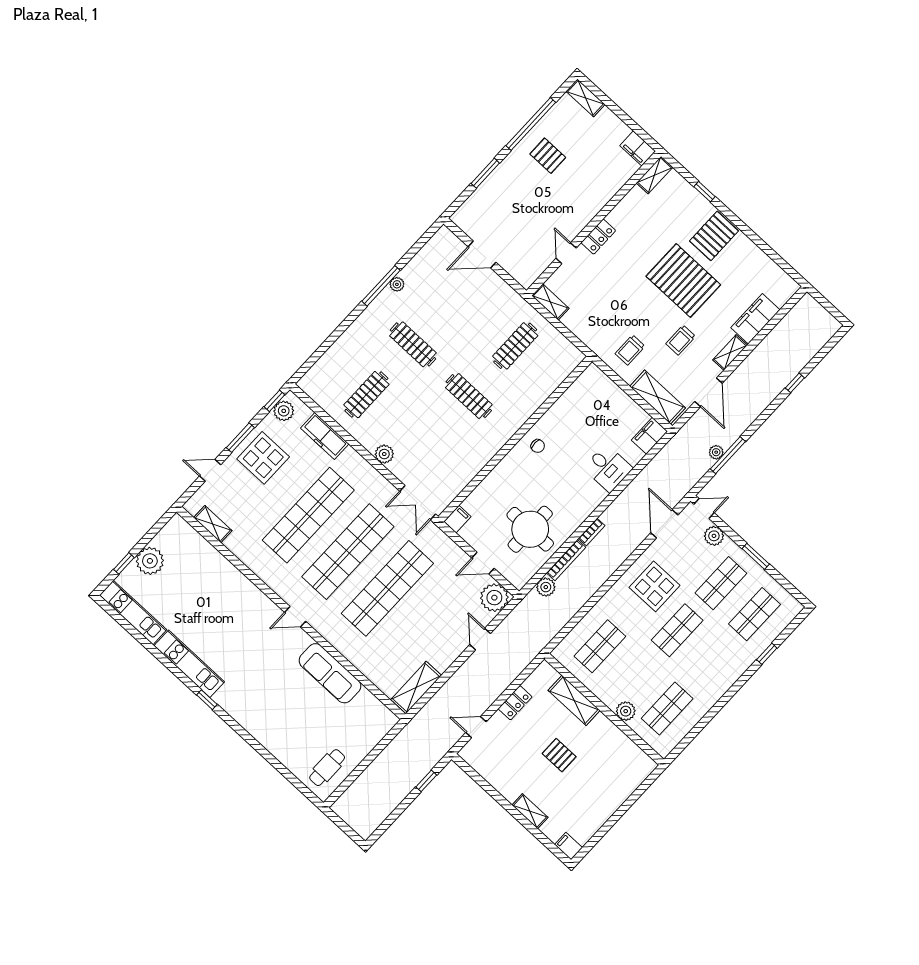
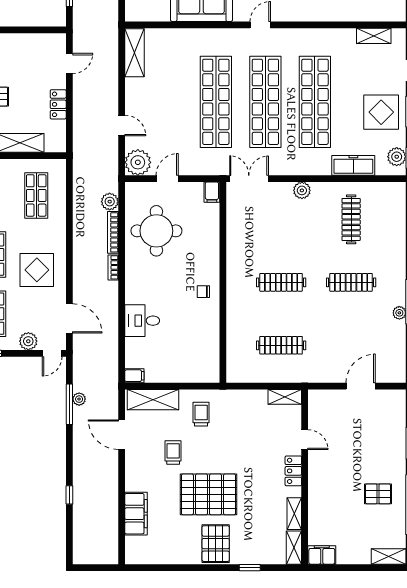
clothes rail: (515, 346) -> (281, 345), turned 90
shelving: (730, 352) -> (294, 514), moved
filing cabinet: (649, 436) -> (134, 376), width x0.50

